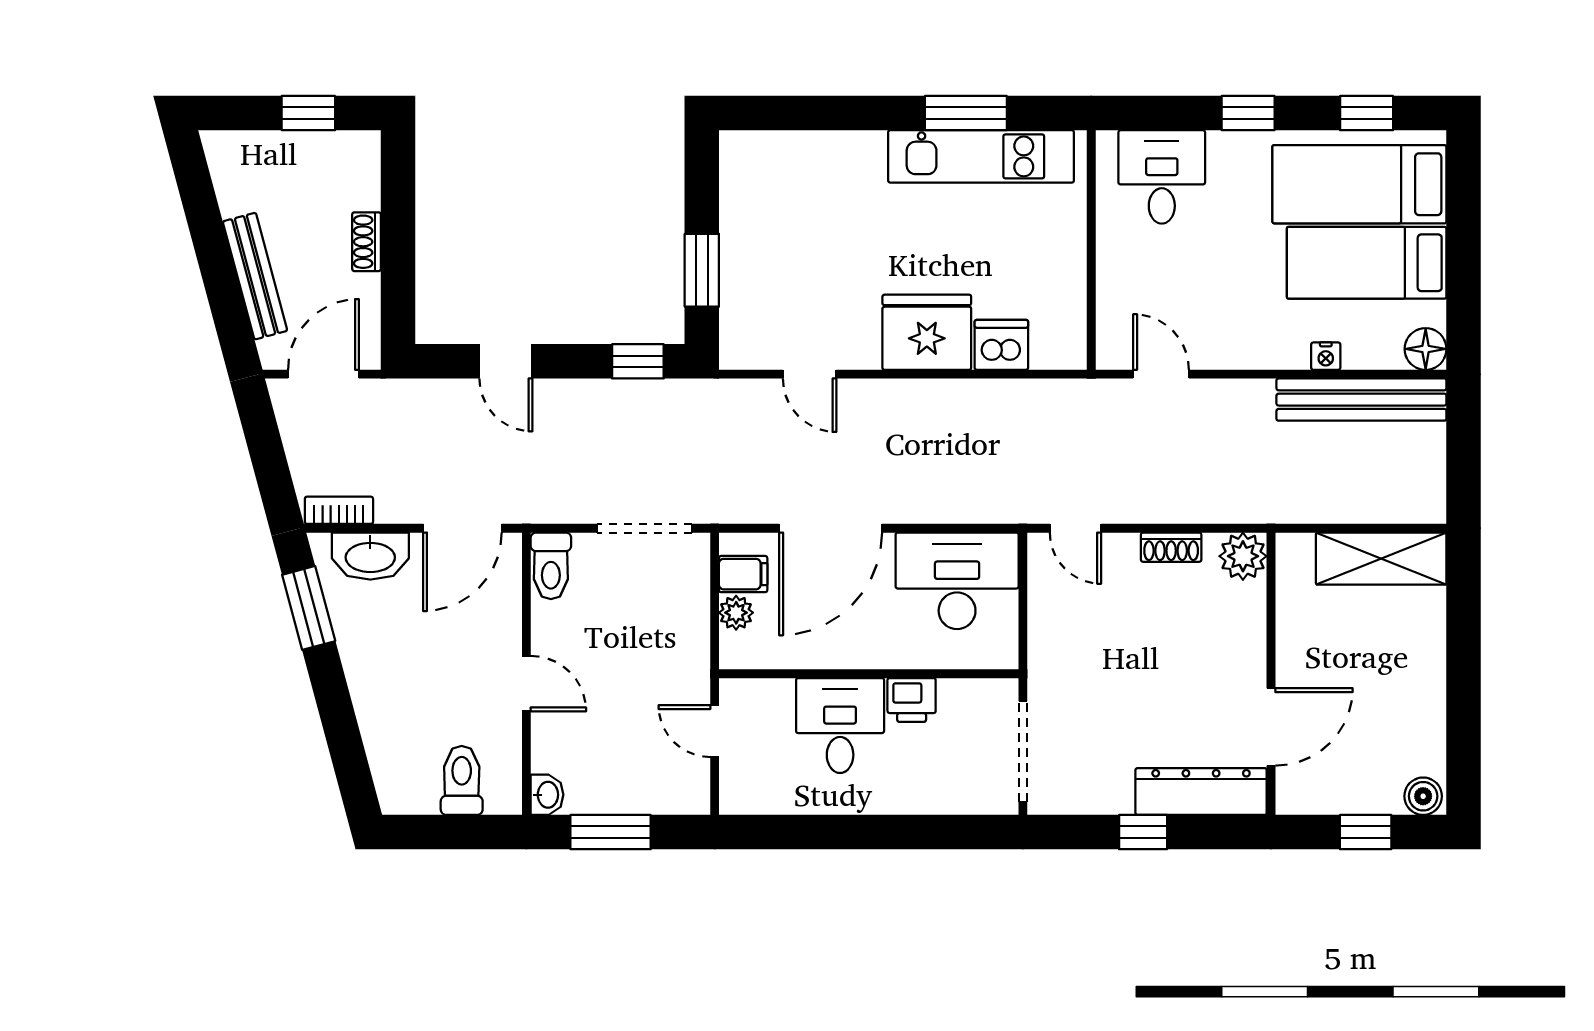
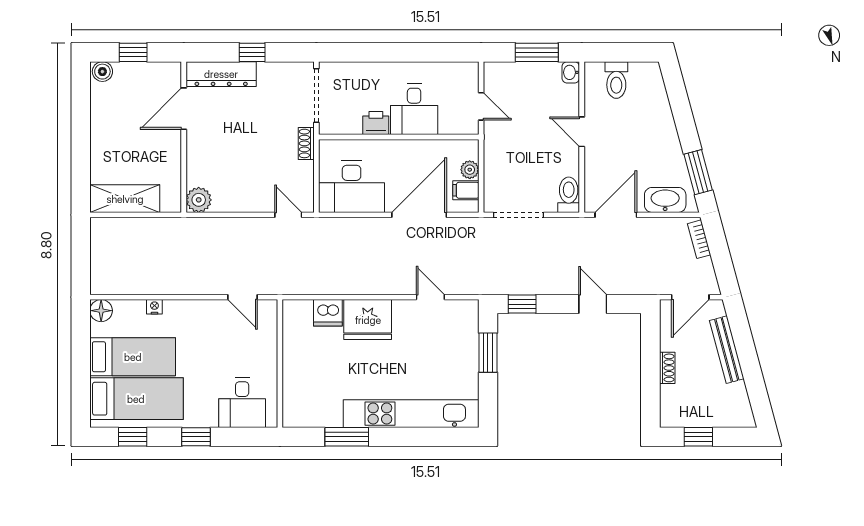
kitchen unit: (981, 156) -> (411, 414), moved, width x1.36
bench: (1361, 400) -> (135, 284), removed
bookcase: (339, 510) -> (699, 239), moved, turned 75
shoe rack: (1171, 547) -> (306, 143), moved, turned -90

